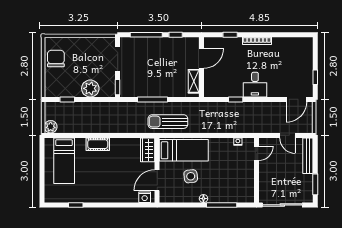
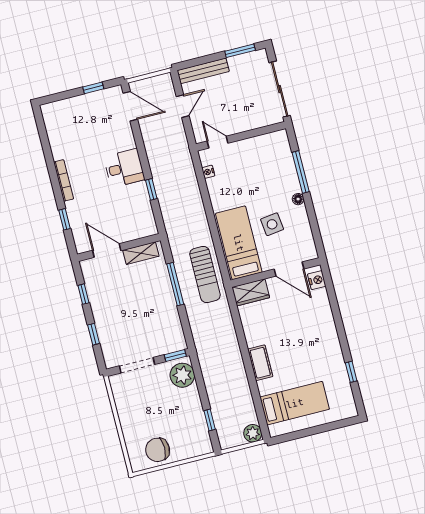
window: (146, 35) -> (94, 334), width x0.46
plant: (90, 88) -> (182, 375), moved
window: (152, 99) -> (175, 284), moved

